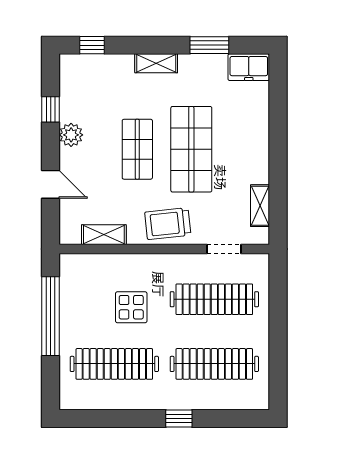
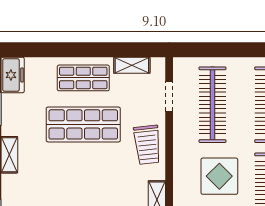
shop shelf: (137, 149) -> (83, 78), moved
display table: (131, 307) -> (219, 176), width x1.36, depth x1.36

